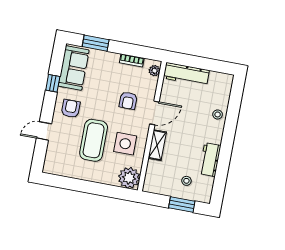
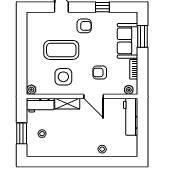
sofa: (74, 68) -> (128, 41), moved, turned 90
workbench: (210, 160) -> (40, 105), moved, turned 180
plant: (129, 178) -> (31, 90), width x0.53, depth x0.53

